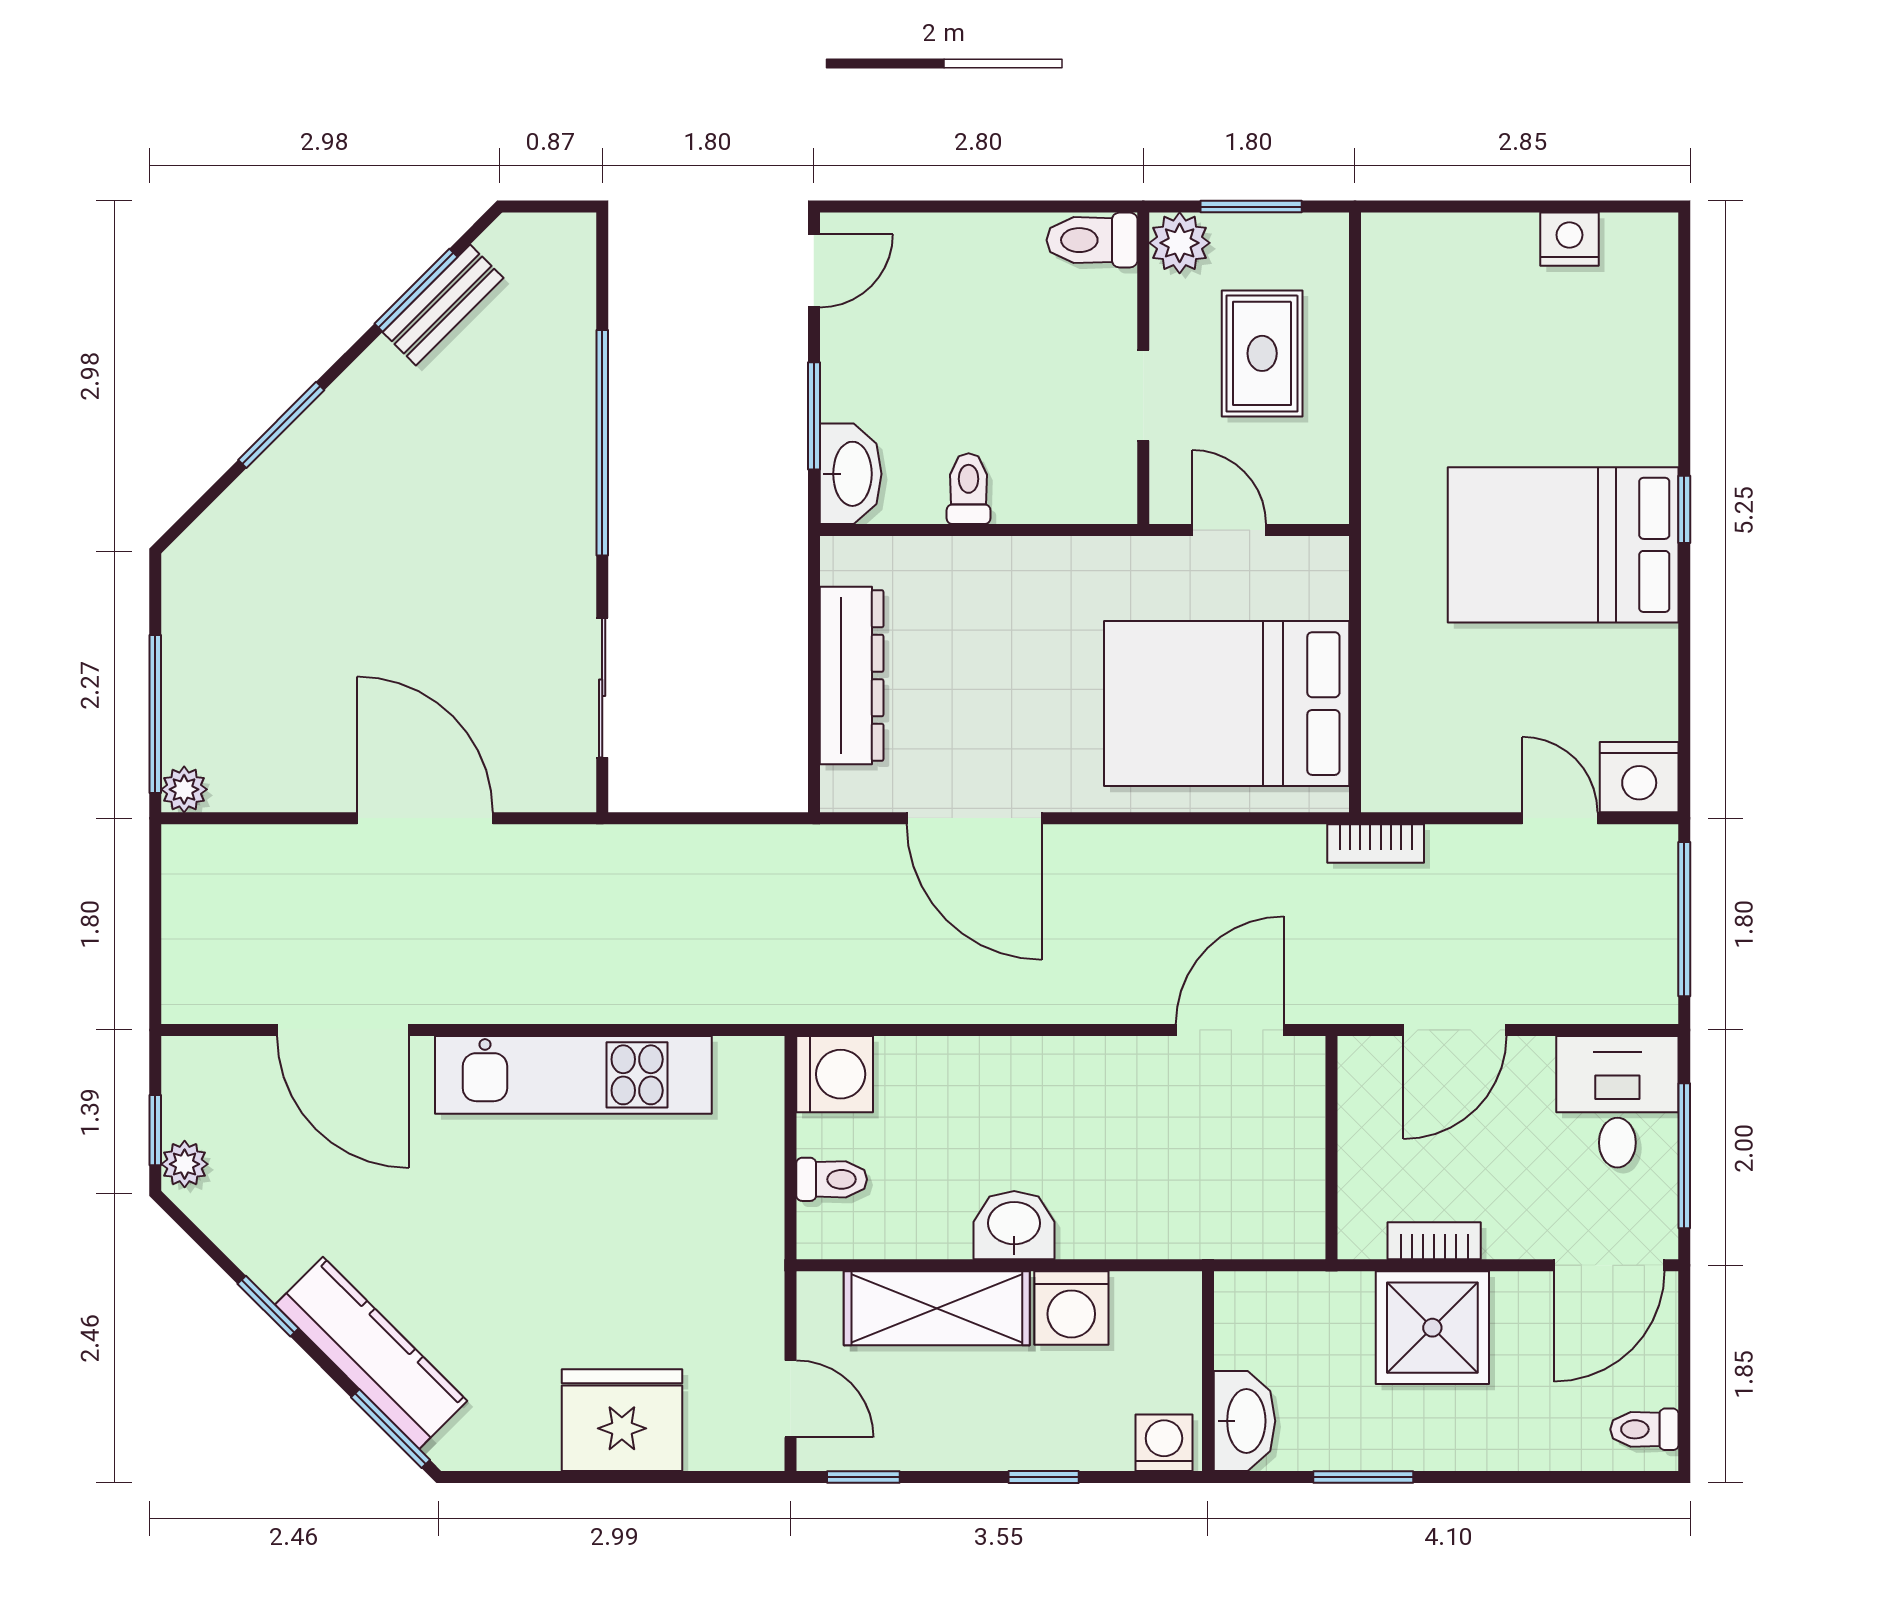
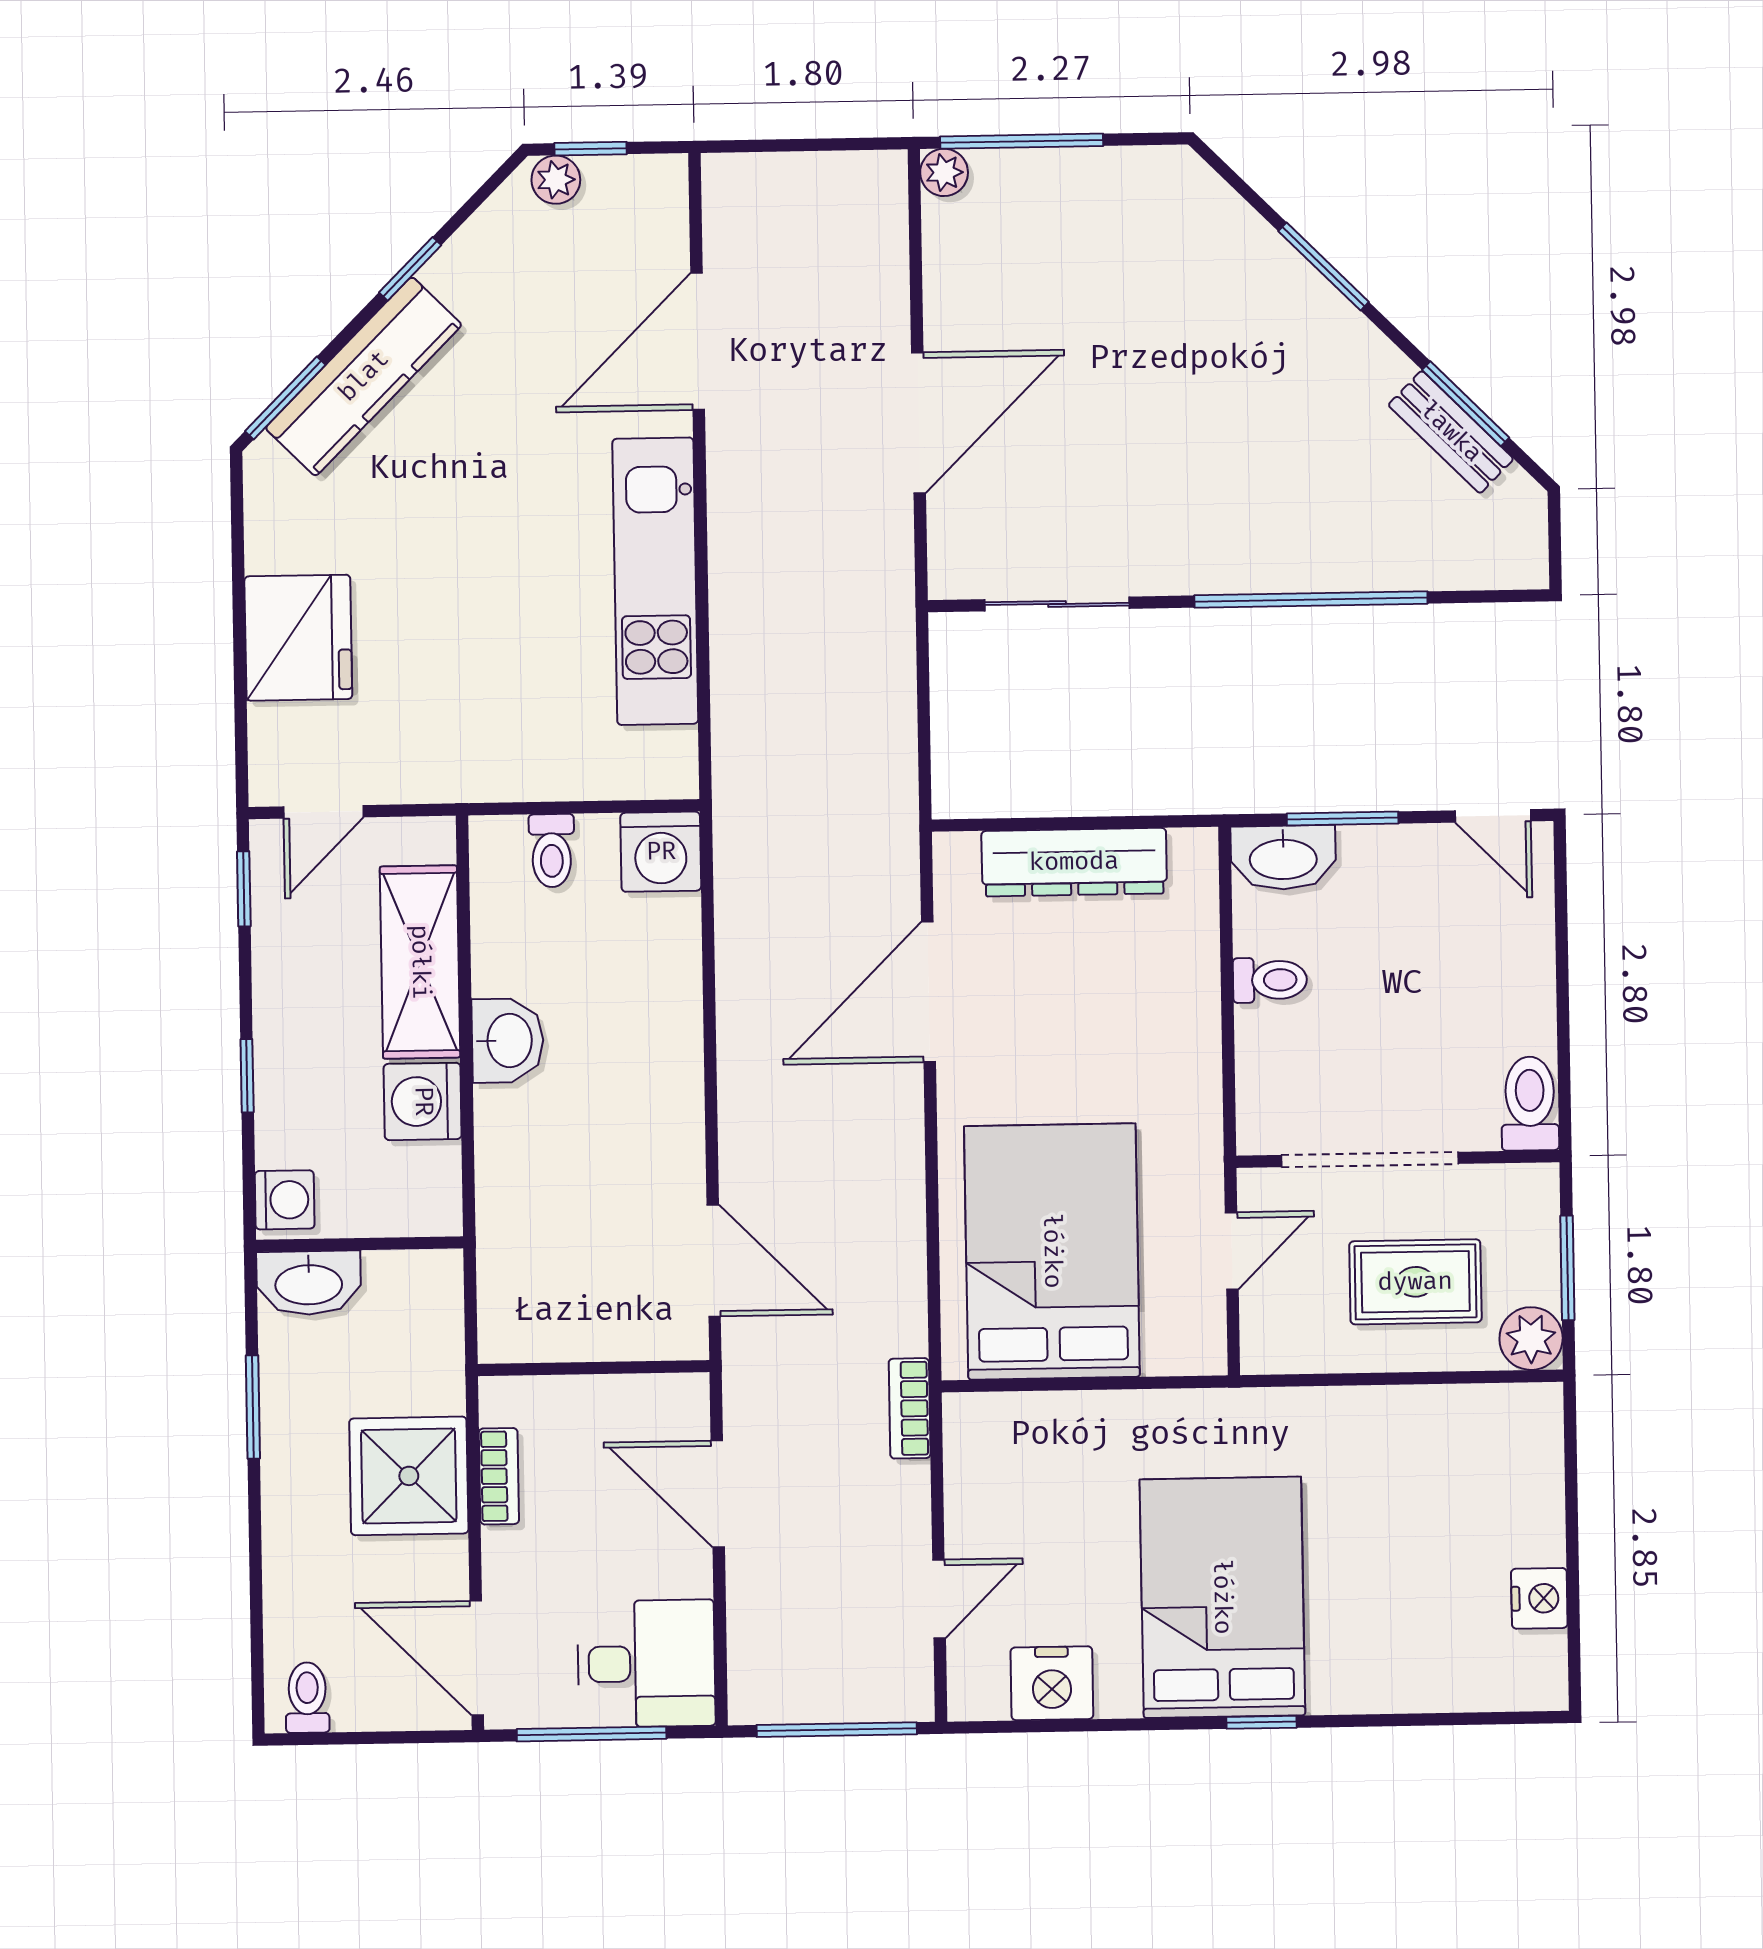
plant: (1180, 243) -> (1531, 1339), moved
doorway: (1143, 395) -> (1370, 1159), width x1.88
nightstand: (1639, 777) -> (1052, 1683), moved, turned -90

